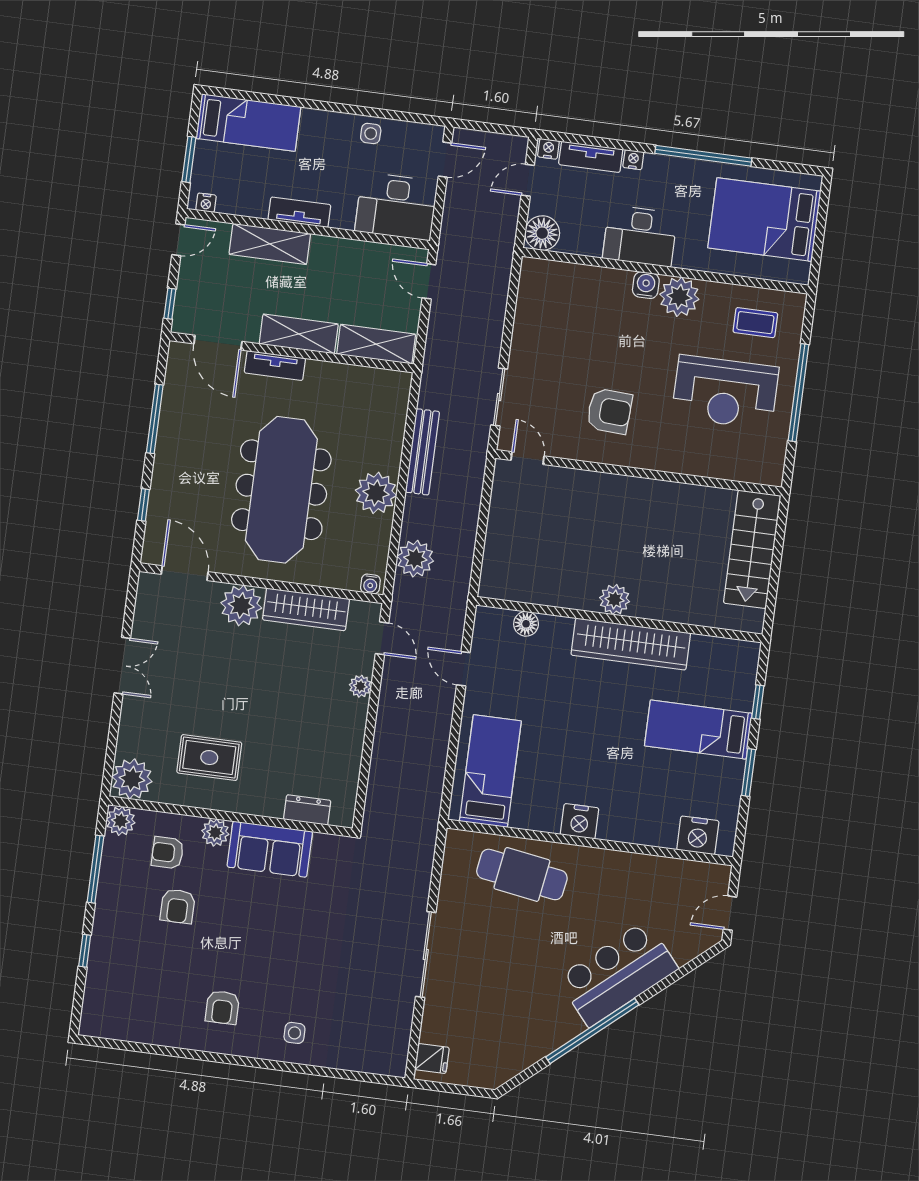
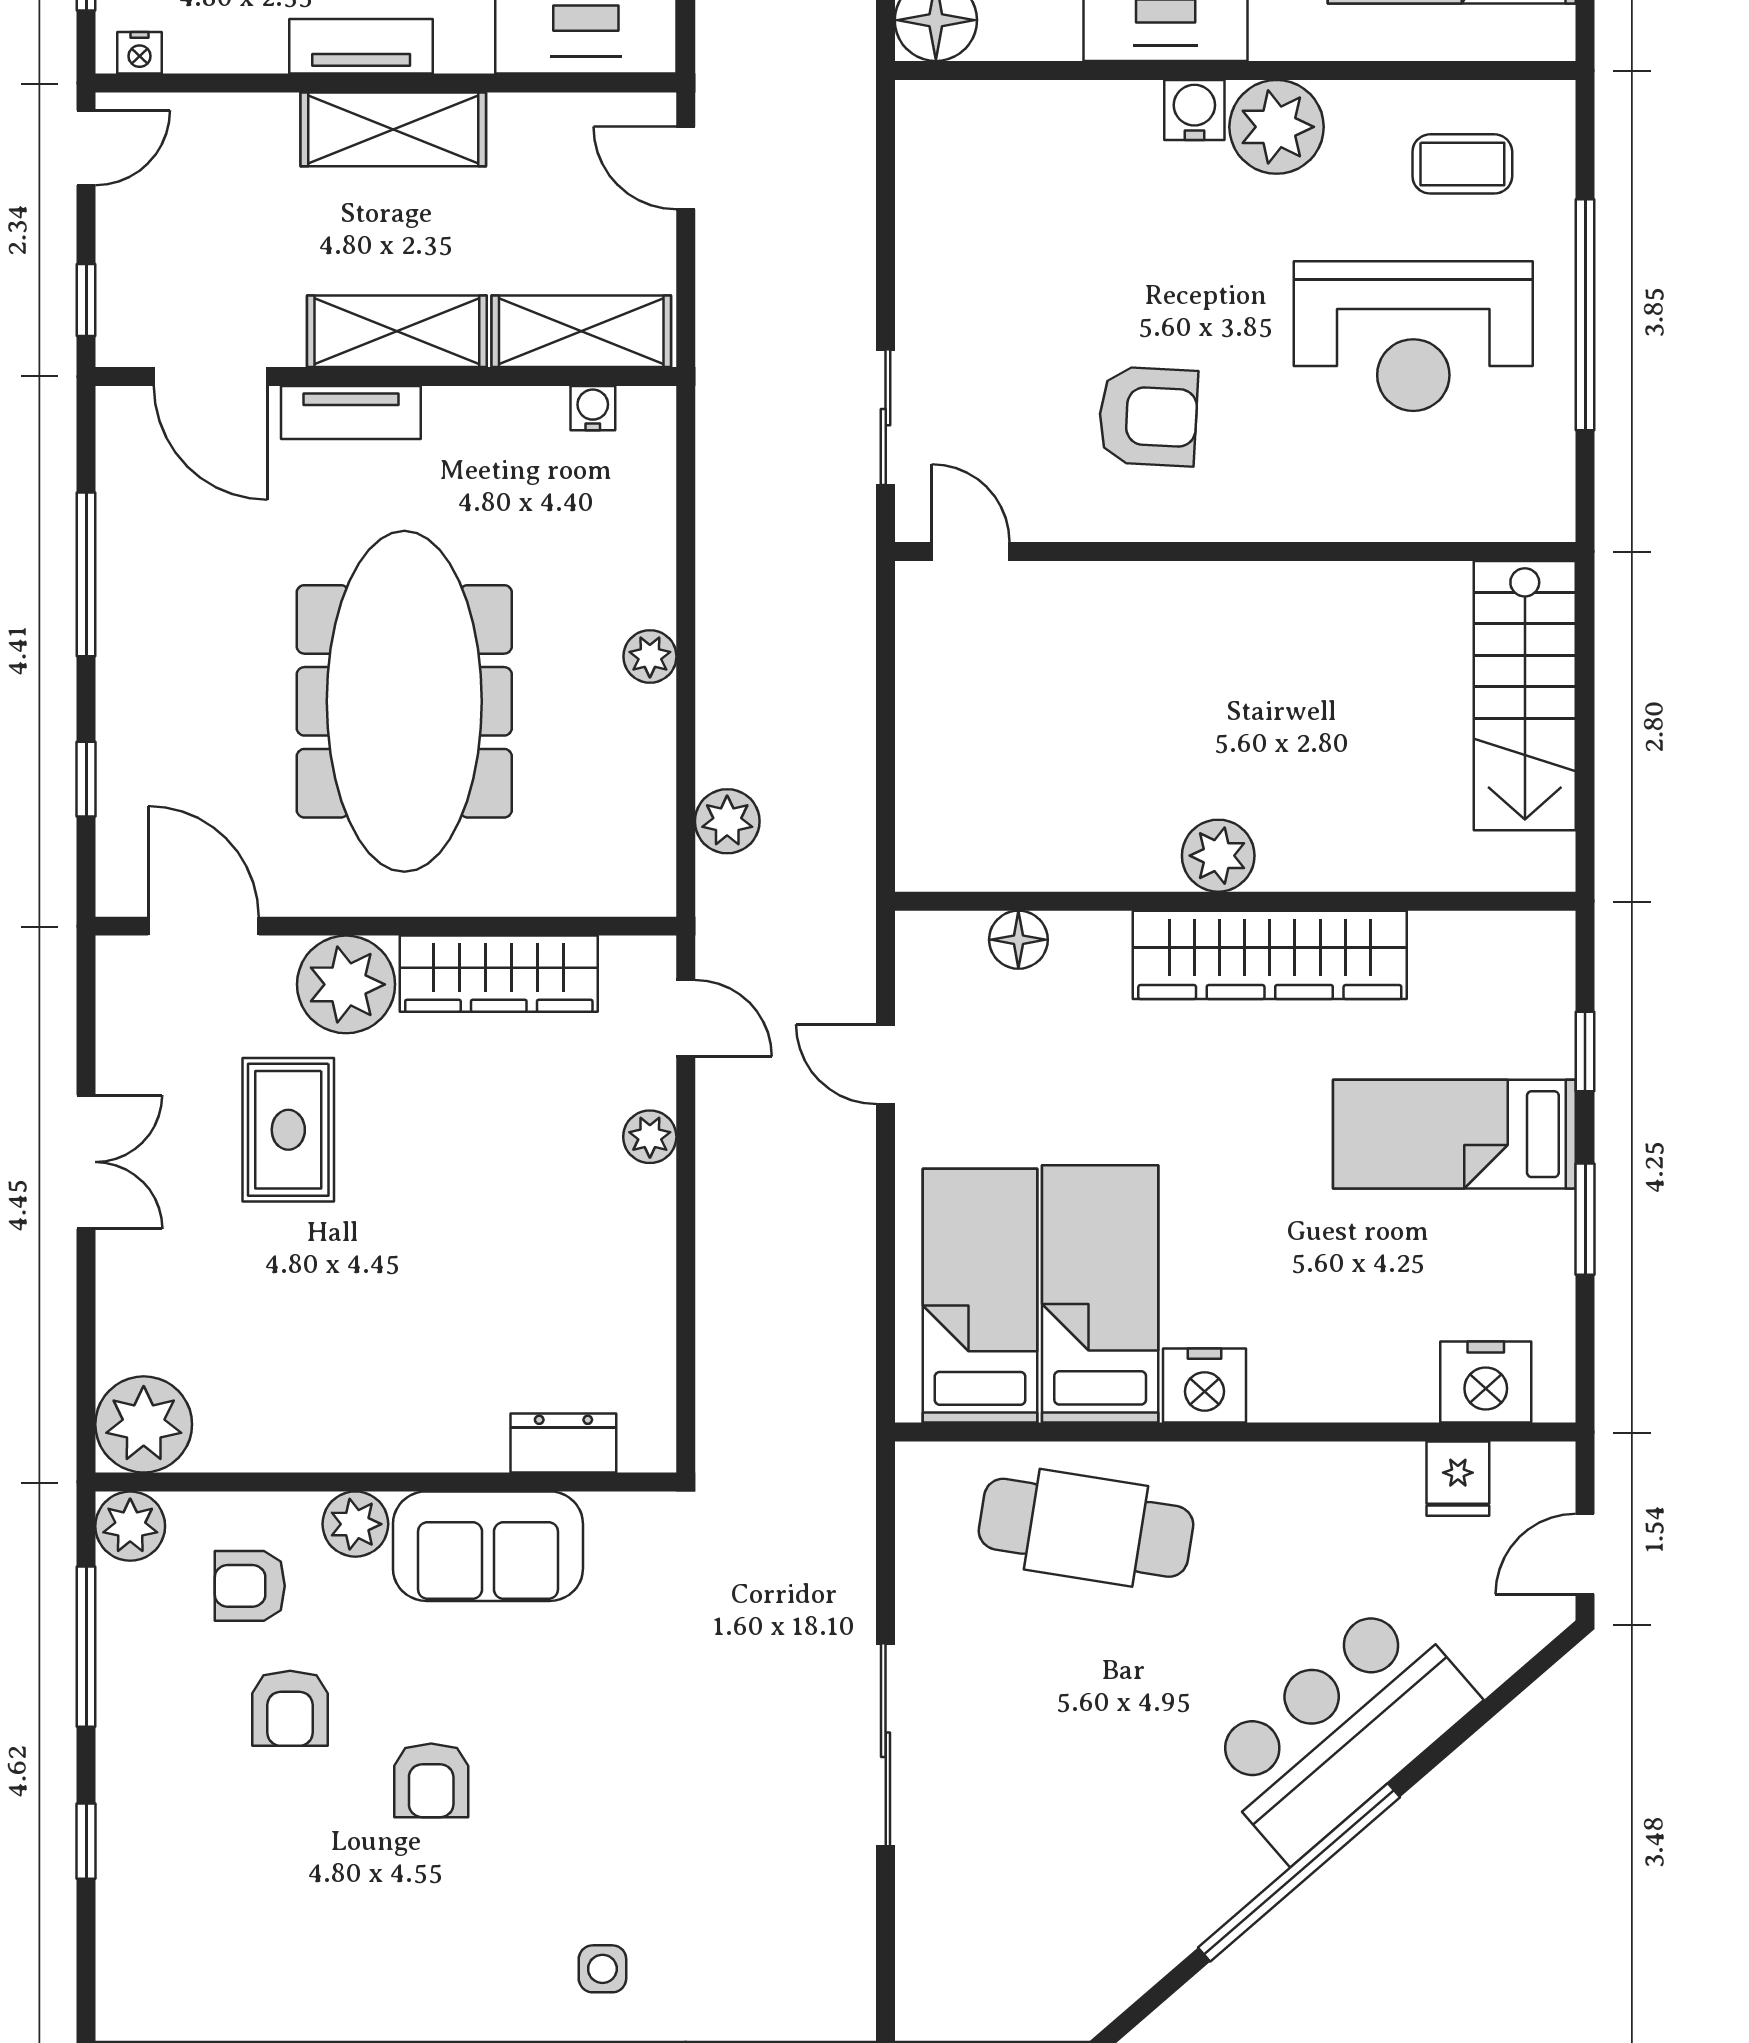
shelving: (270, 244) -> (393, 129), moved
bench: (422, 452) -> (723, 569), removed
plant: (376, 493) -> (650, 656), width x0.53, depth x0.53
plant: (415, 559) -> (727, 821), width x0.73, depth x0.73
water cooler: (370, 584) -> (593, 408), moved, turned 180
rug: (209, 758) -> (288, 1130), moved, turned 90
bed: (541, 777) -> (1100, 1294), added
armchair: (222, 1007) -> (431, 1780), moved
fridge: (432, 1058) -> (1458, 1479), moved, turned 90

